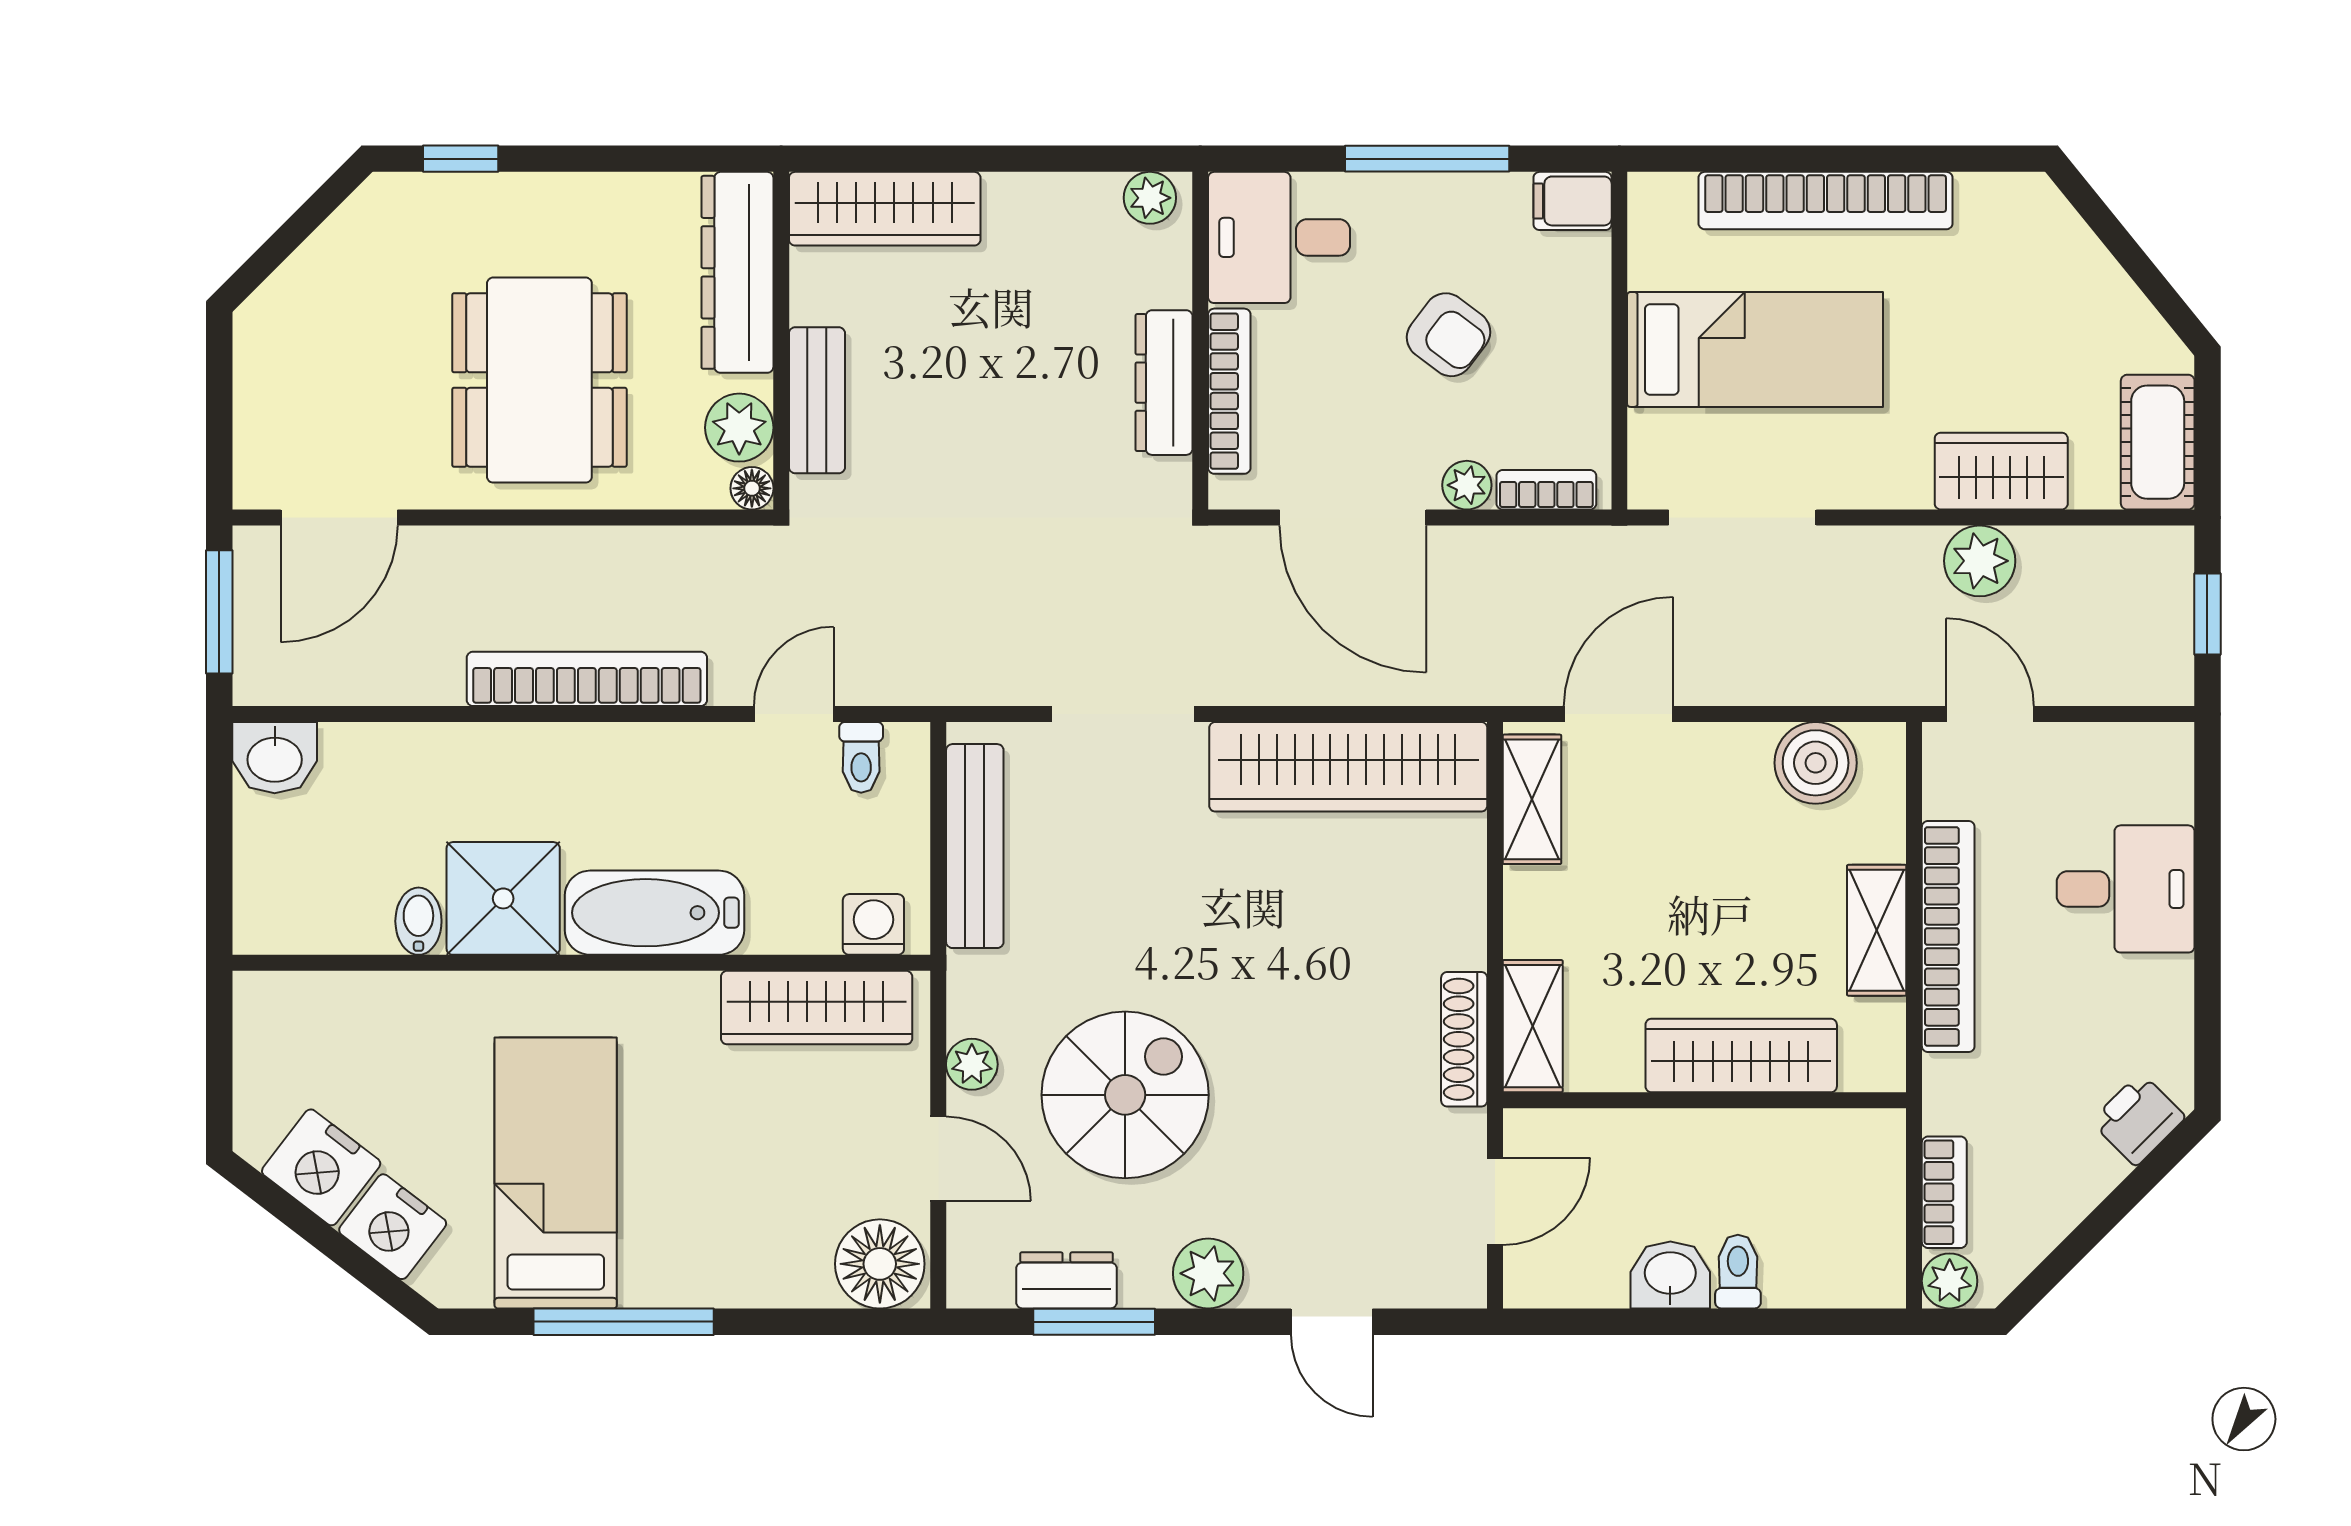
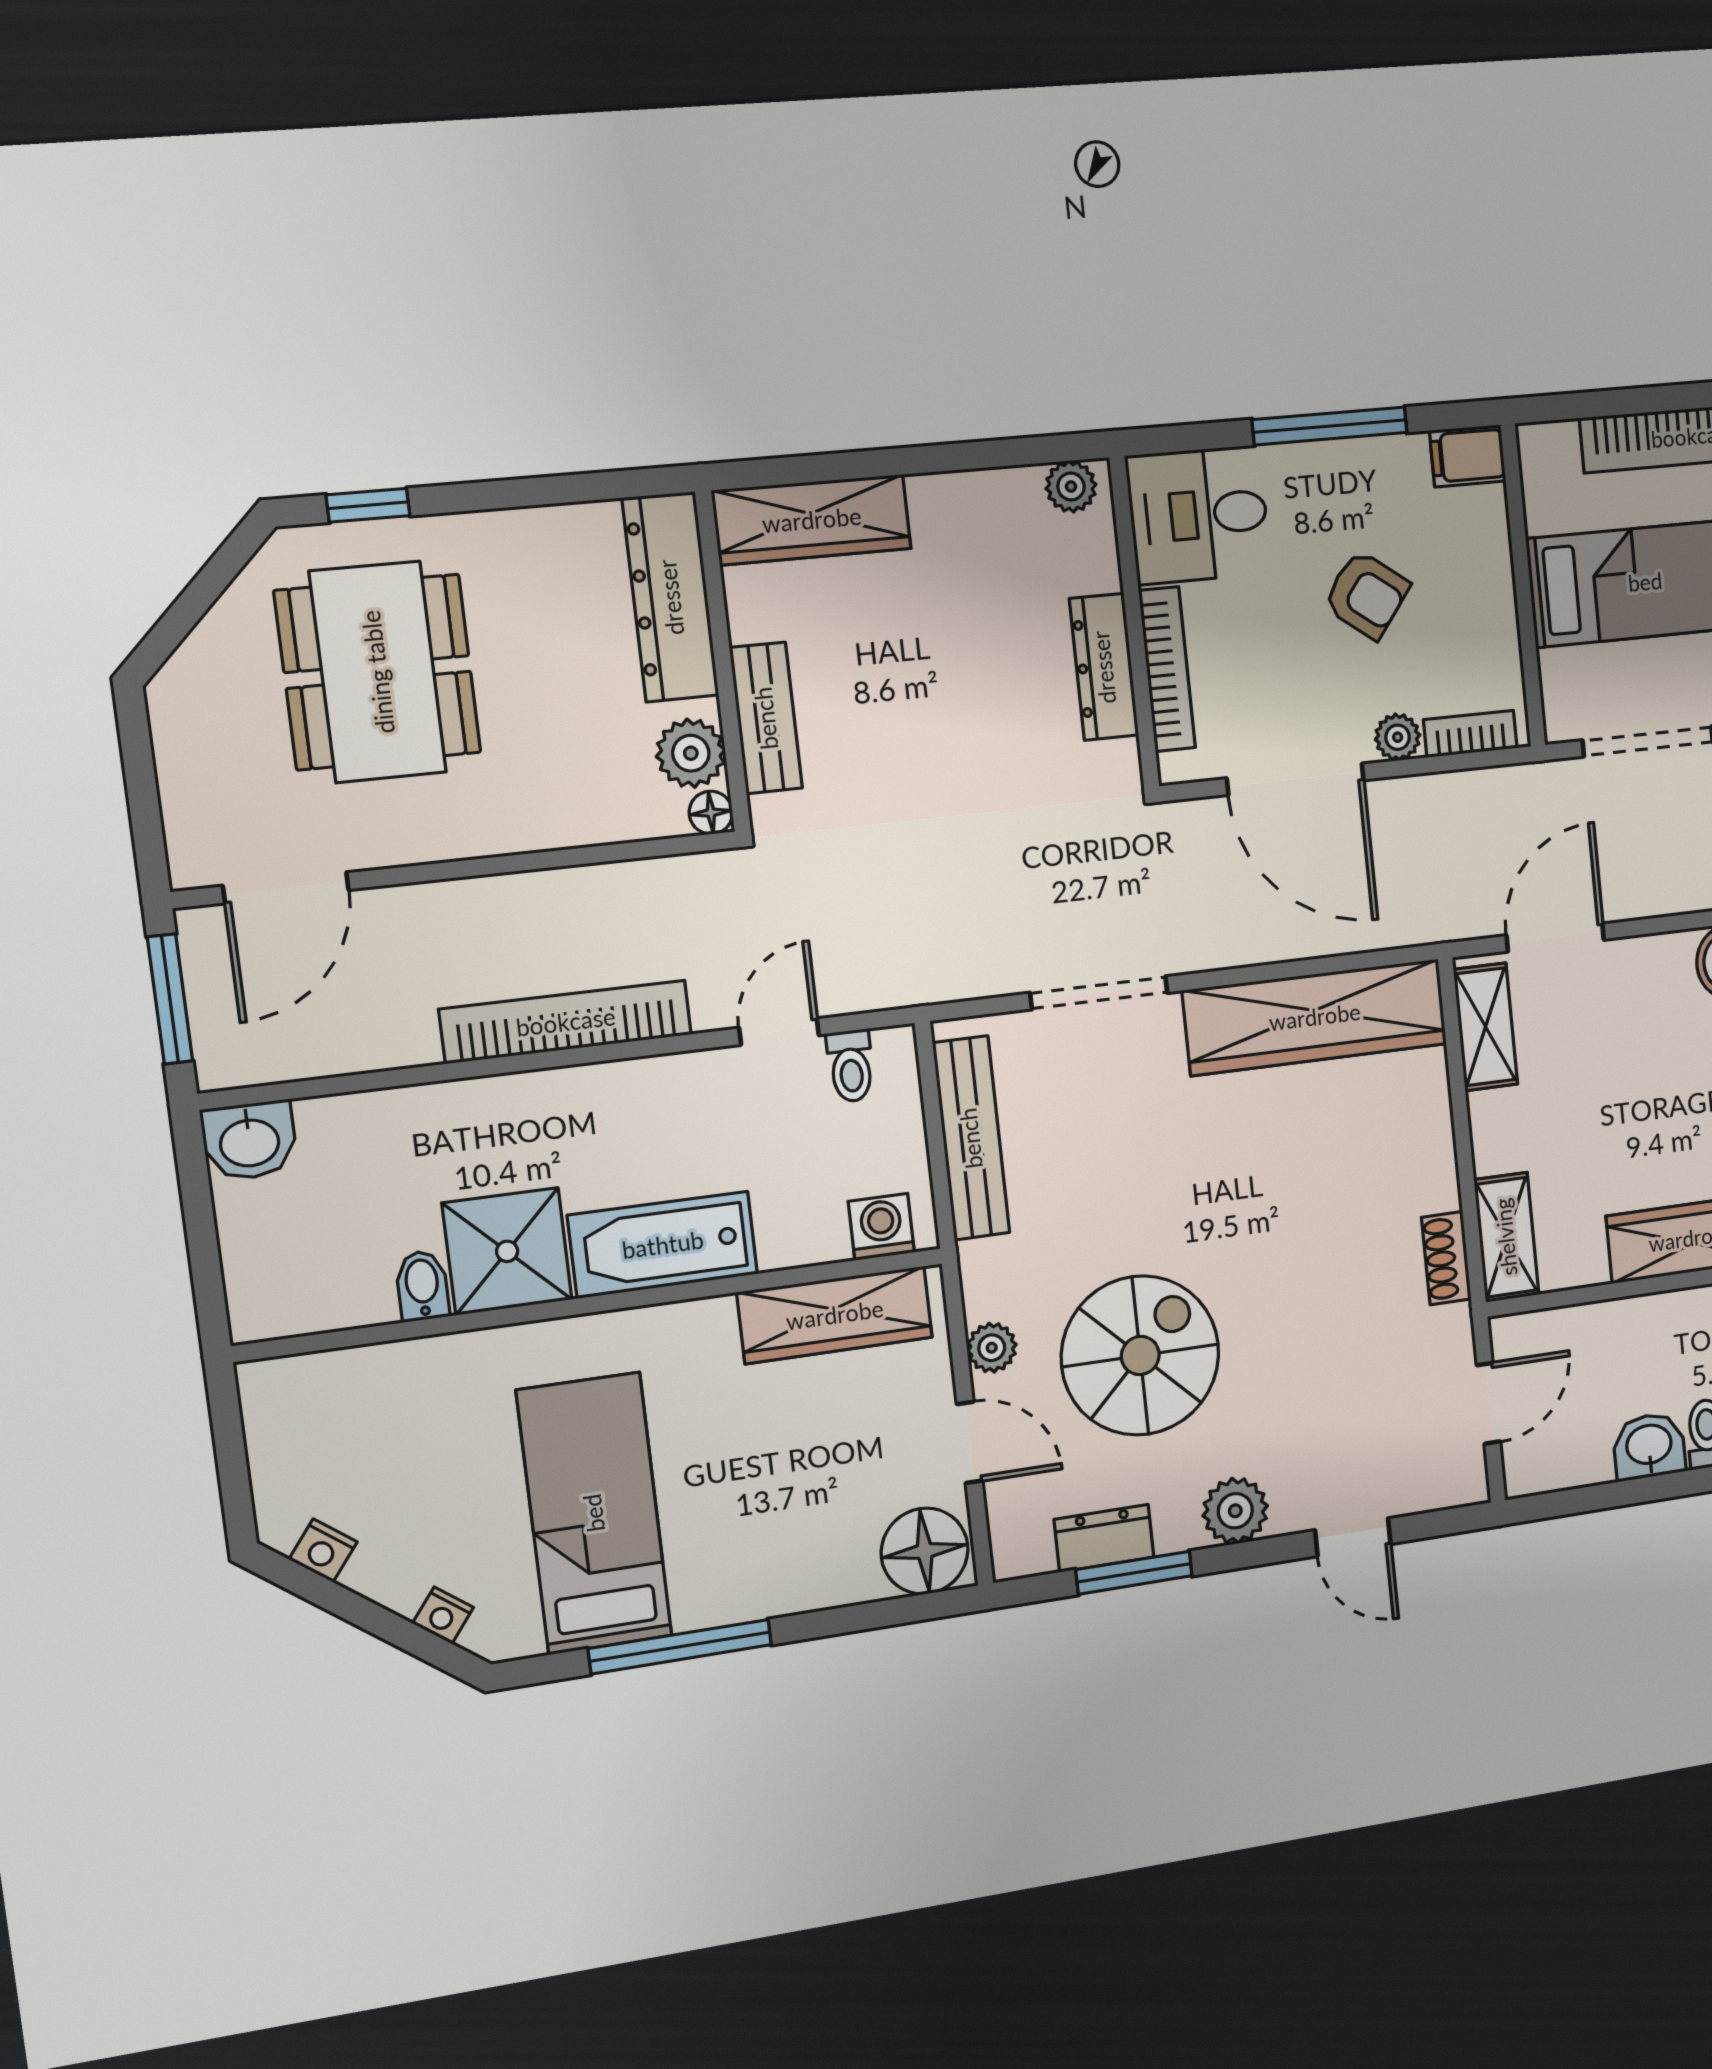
dining table: (539, 380) -> (378, 672), moved
shoe rack: (1464, 1039) -> (1446, 1258), width x0.70
nightstand: (321, 1167) -> (323, 1551), width x0.53, depth x0.56
nightstand: (393, 1227) -> (443, 1615), width x0.53, depth x0.56

